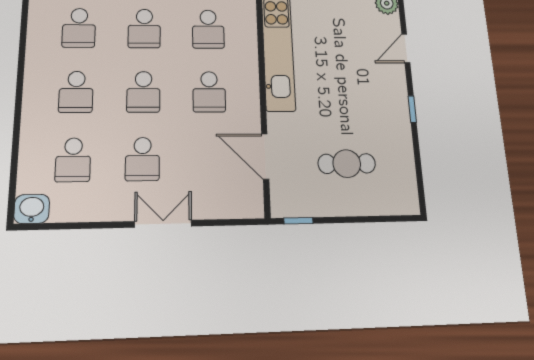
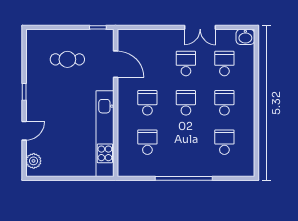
school desk: (144, 28) -> (186, 142), removed
double door: (163, 224) -> (200, 27), moved

